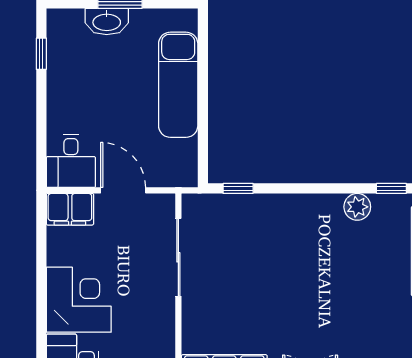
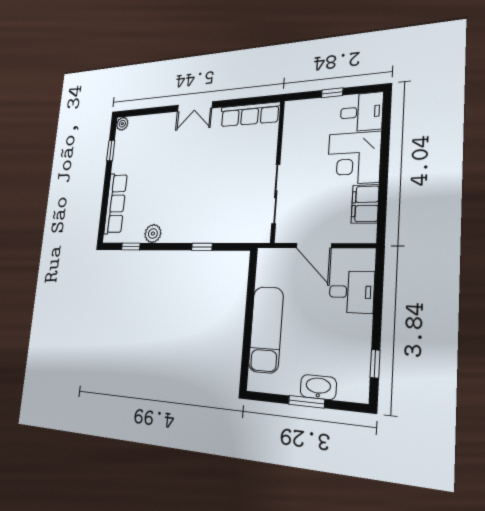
desk: (71, 161) -> (352, 292), moved, turned 90
window: (238, 188) -> (202, 247), moved
filing cabinet: (70, 209) -> (365, 204), moved, turned -90

